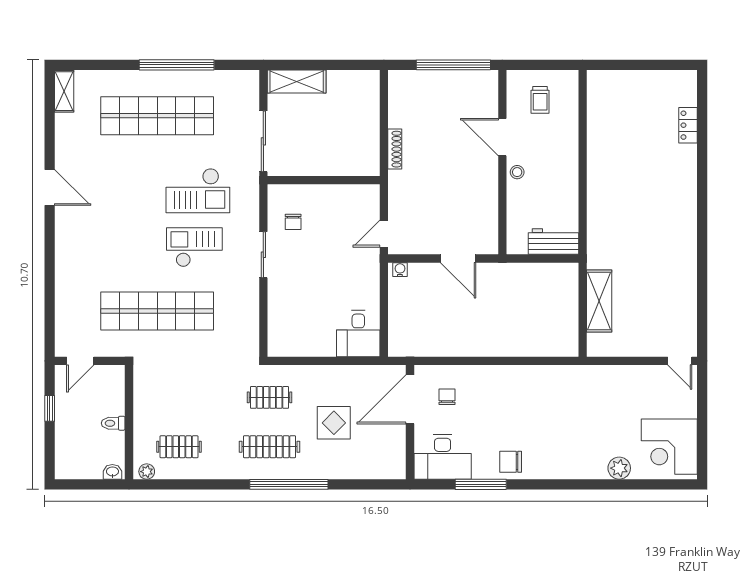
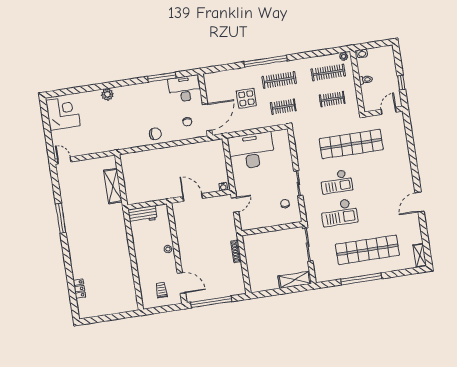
door: (502, 137) -> (181, 283), moved
door: (50, 188) -> (420, 202), hinge flipped
checkout: (198, 191) -> (339, 213), turned 180
window: (702, 257) -> (61, 218), added
desk: (358, 334) -> (251, 151), width x1.87, depth x1.30
clothes rail: (179, 397) -> (332, 99), added
clothes rail: (179, 447) -> (328, 72), width x1.36
chair: (511, 462) -> (155, 134), moved
plant: (619, 468) -> (107, 94), moved

